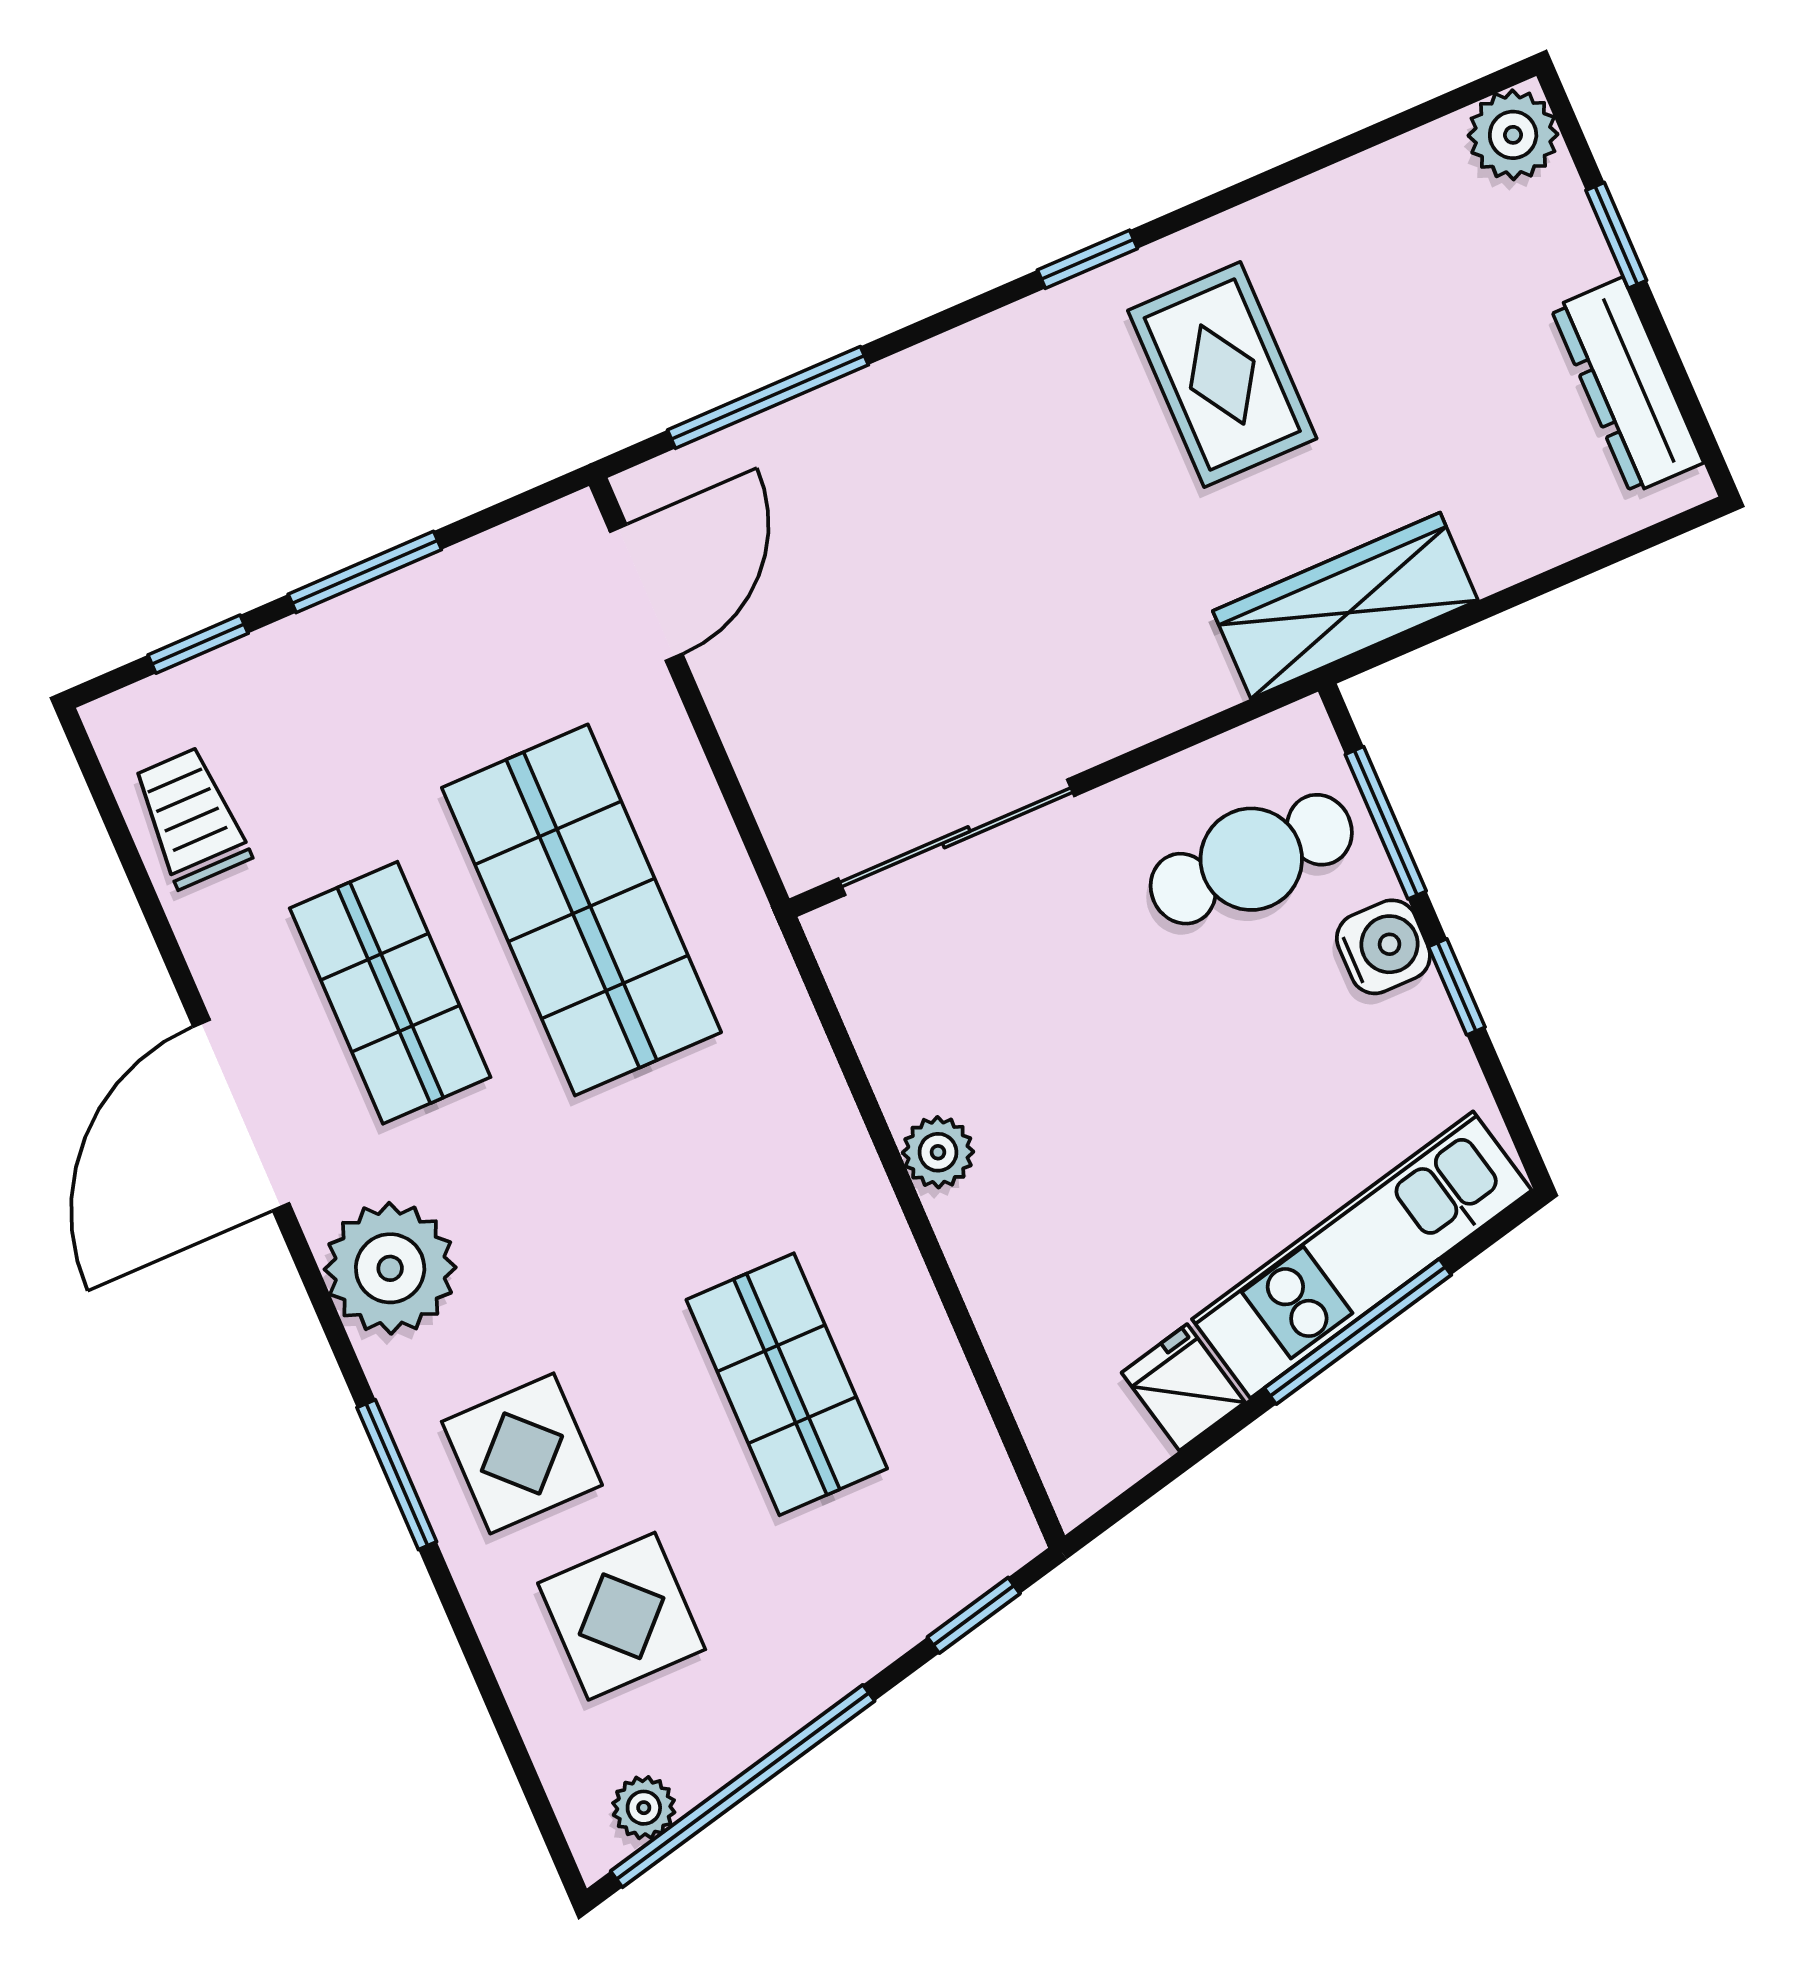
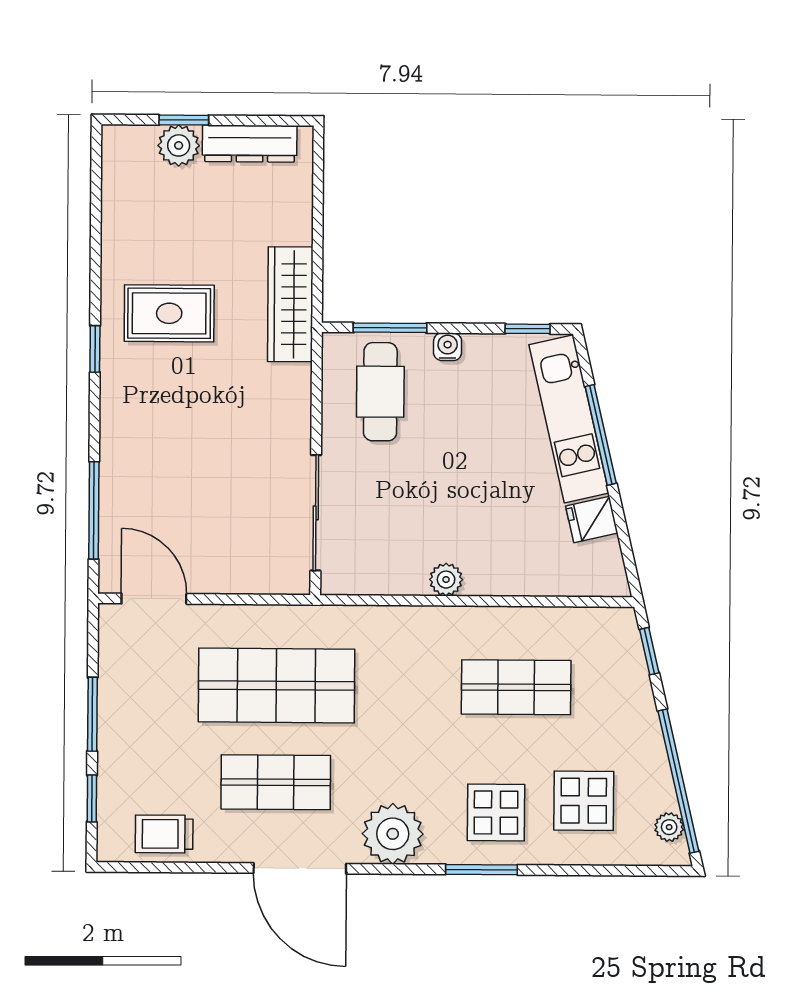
plant: (1513, 135) -> (179, 145), moved
water cooler: (1383, 947) -> (448, 347), width x0.72, depth x0.72
window: (1457, 987) -> (528, 329), moved

